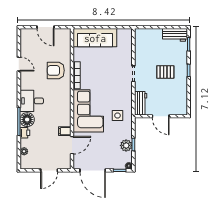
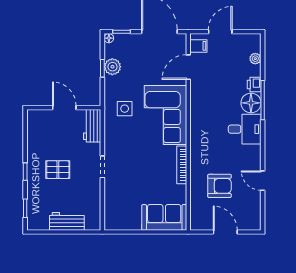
workbench: (175, 35) -> (67, 221), moved
sofa: (95, 38) -> (164, 217), width x0.73
armchair: (56, 70) -> (220, 186), moved
filing cabinet: (65, 131) -> (198, 46), moved

